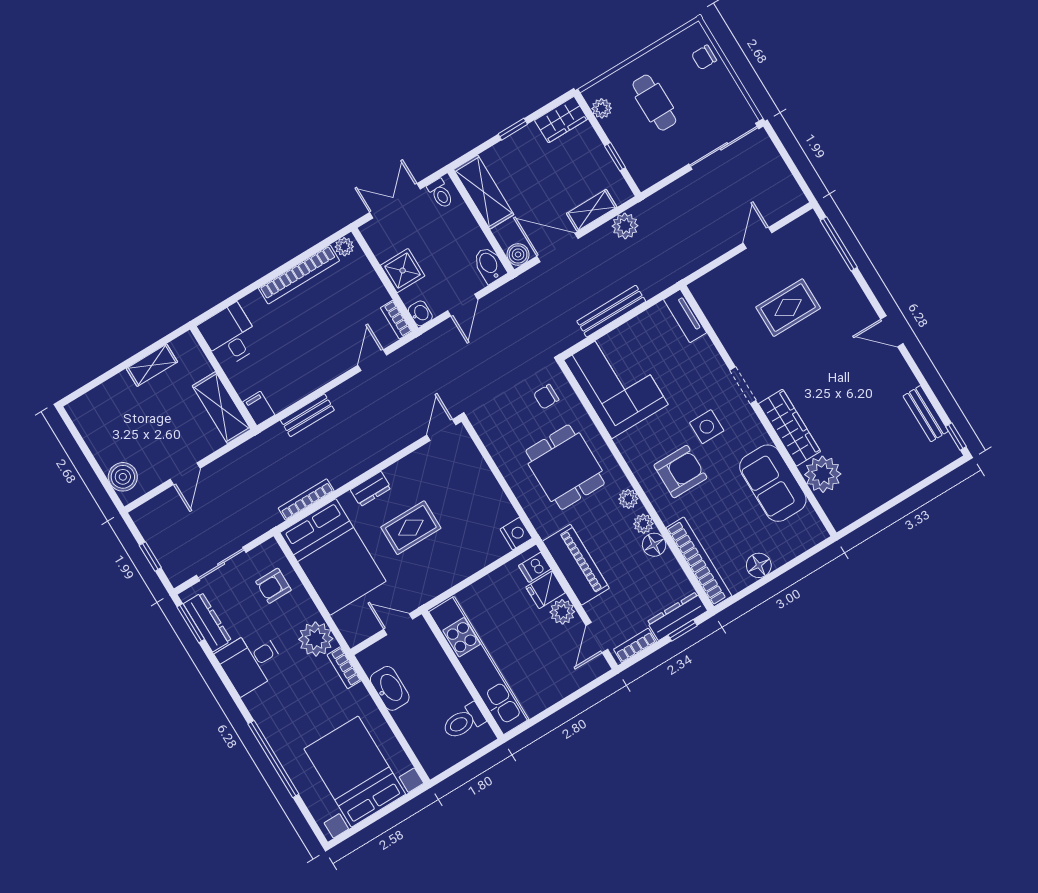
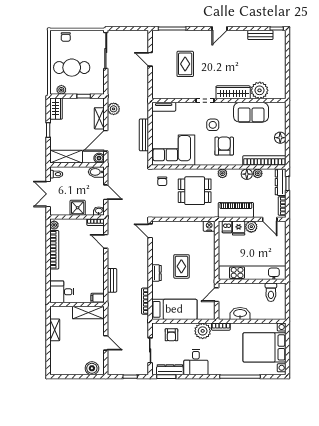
cafe table: (654, 103) -> (72, 68), width x1.37, depth x1.35
plant: (643, 524) -> (258, 173), moved
bed: (333, 557) -> (174, 309), width x0.67

